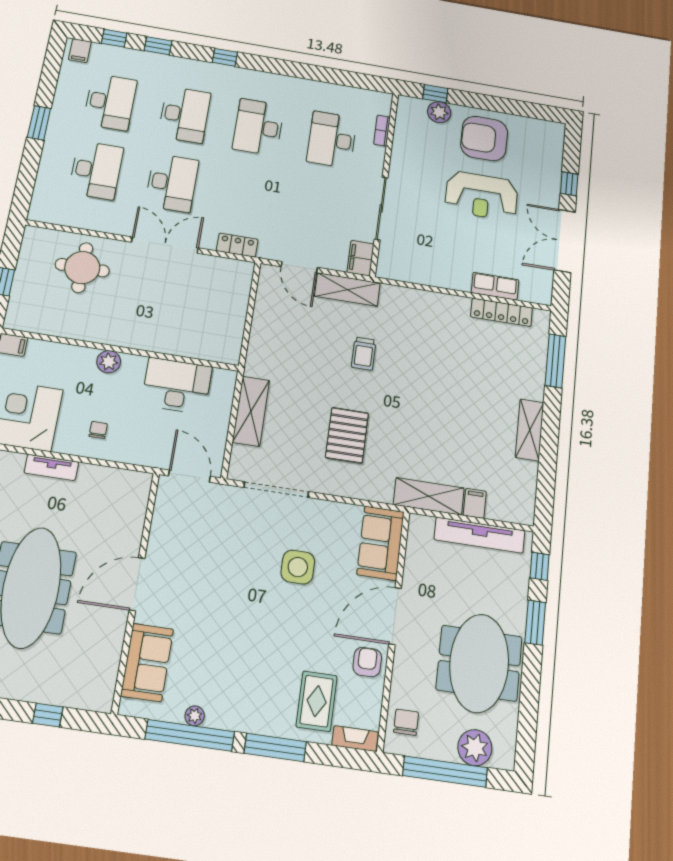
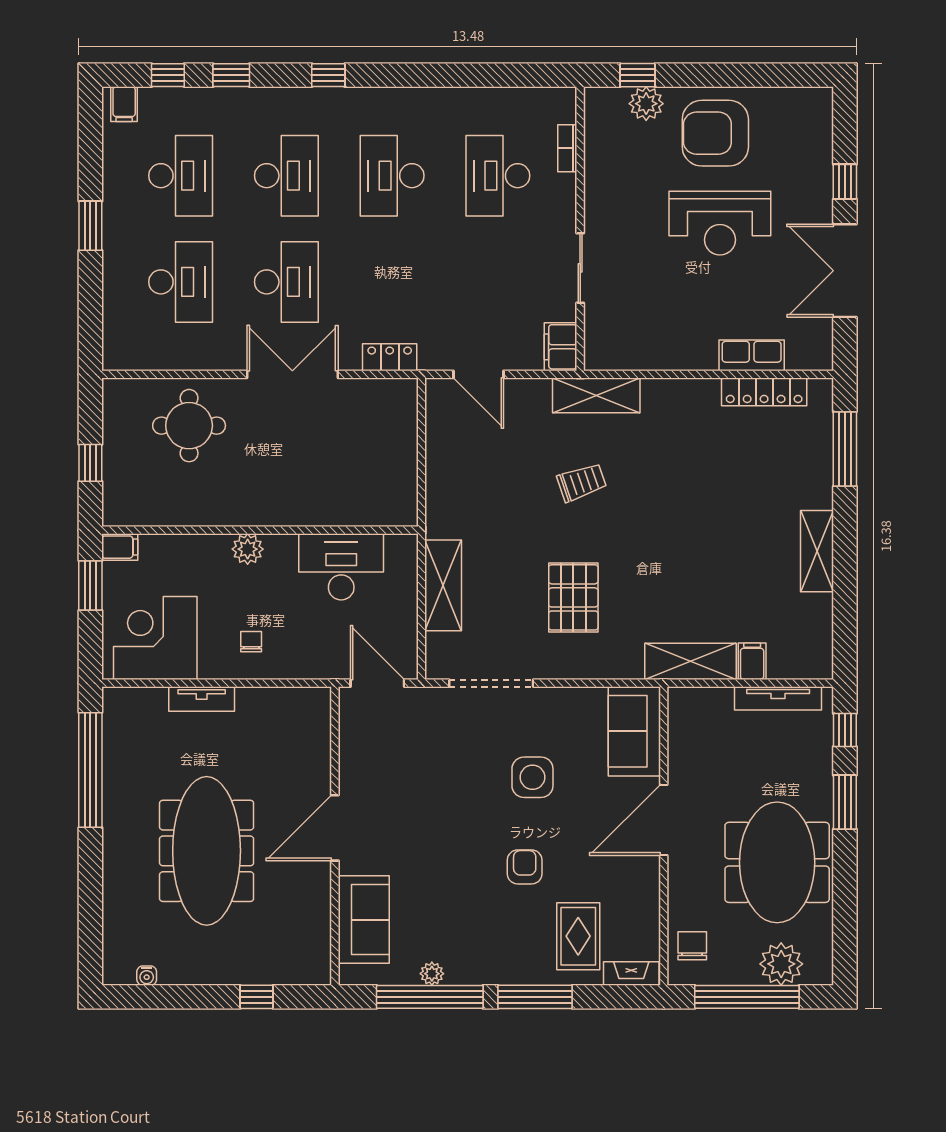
sliding door: (381, 208) -> (580, 268), width x0.73
shelving: (347, 290) -> (596, 395), moved
trolley: (364, 354) -> (582, 482), turned -109
tv unit: (480, 535) -> (778, 698), width x0.73, depth x0.78
armchair: (367, 662) -> (525, 867), moved

